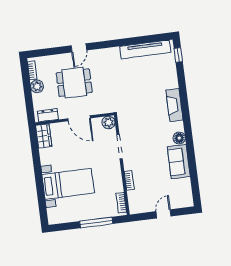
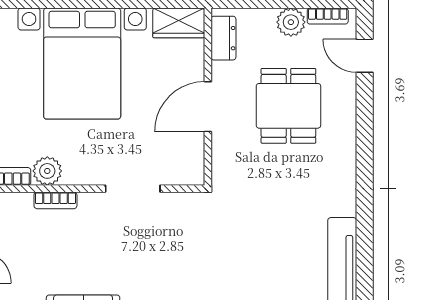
door: (79, 48) -> (365, 56), moved
plant: (109, 122) -> (47, 171), moved
bed with nightstands: (68, 184) -> (82, 64), width x1.36

